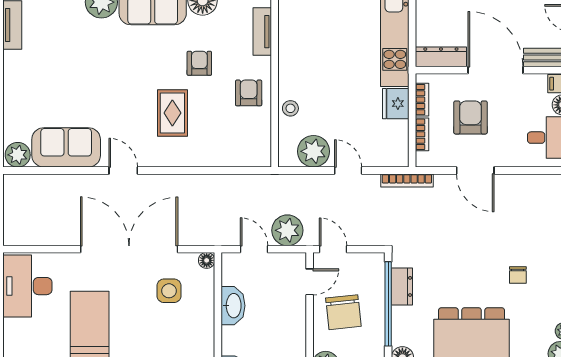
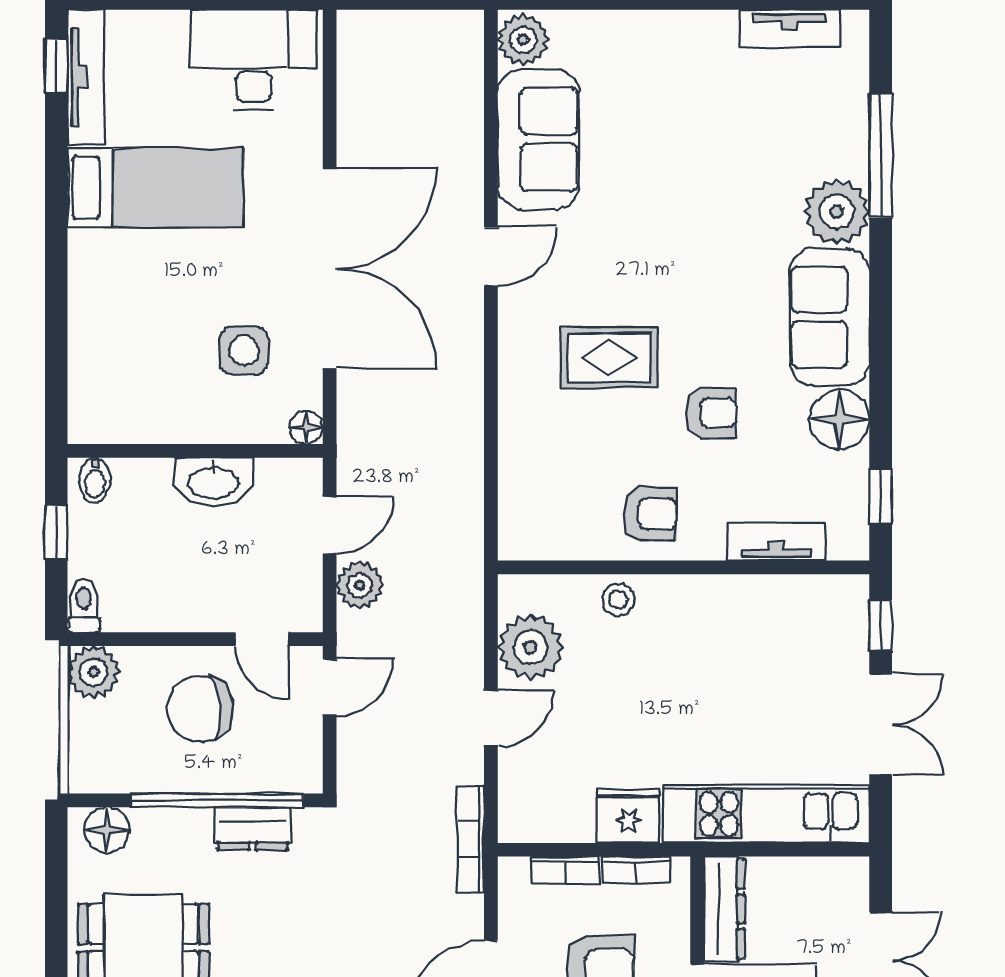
plant: (287, 230) -> (360, 585), width x0.73, depth x0.73

